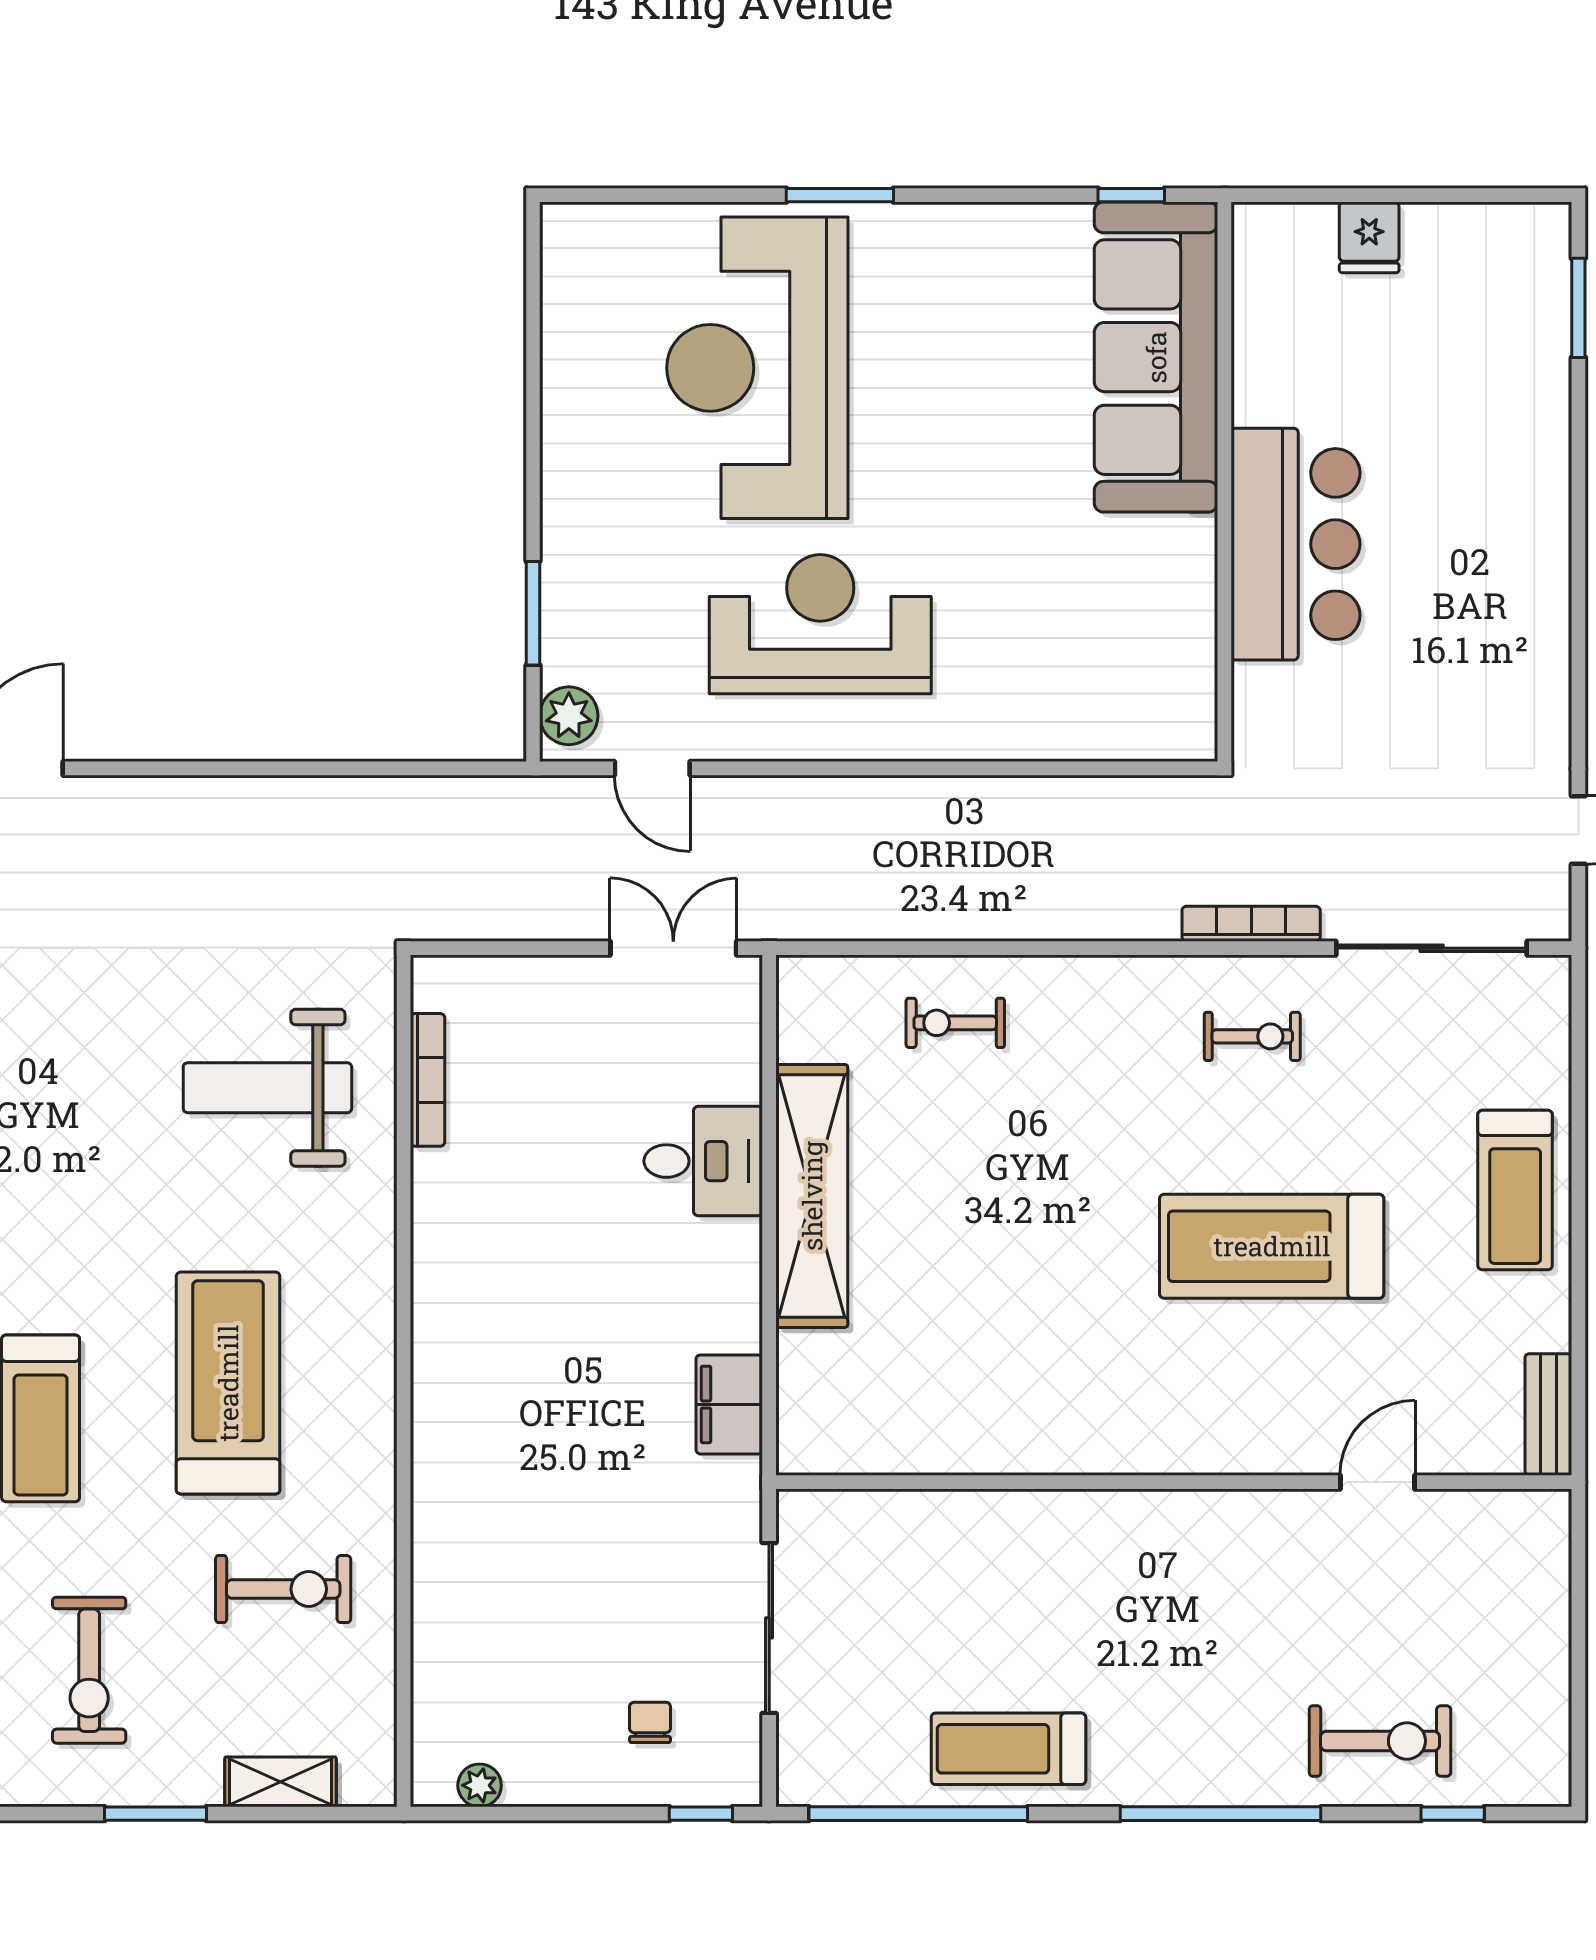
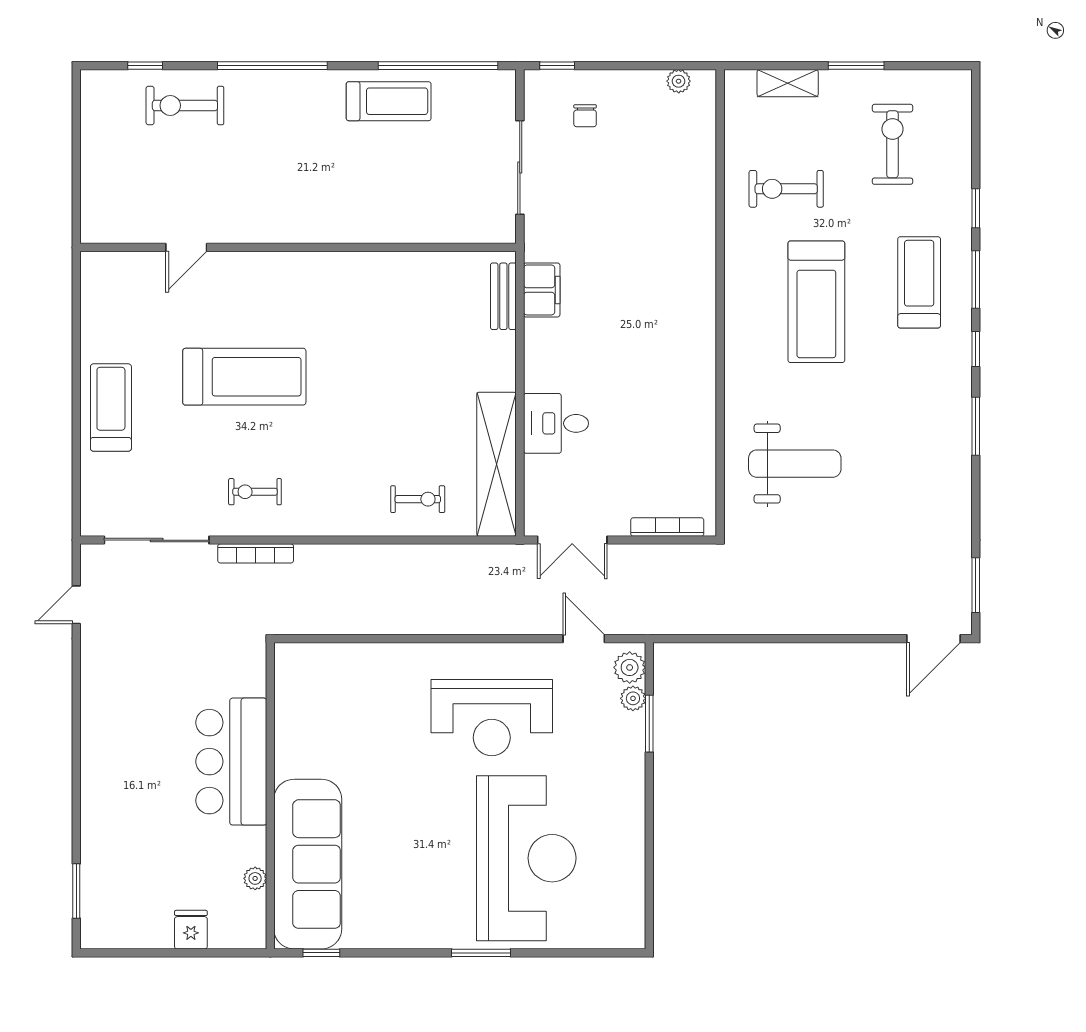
plant: (1252, 331) -> (255, 878), added
plant: (563, 659) -> (633, 698), added
bookcase: (428, 1080) -> (667, 527), moved, turned 90
shelving: (812, 1196) -> (496, 464), moved
bench: (1548, 1414) -> (503, 296), moved

